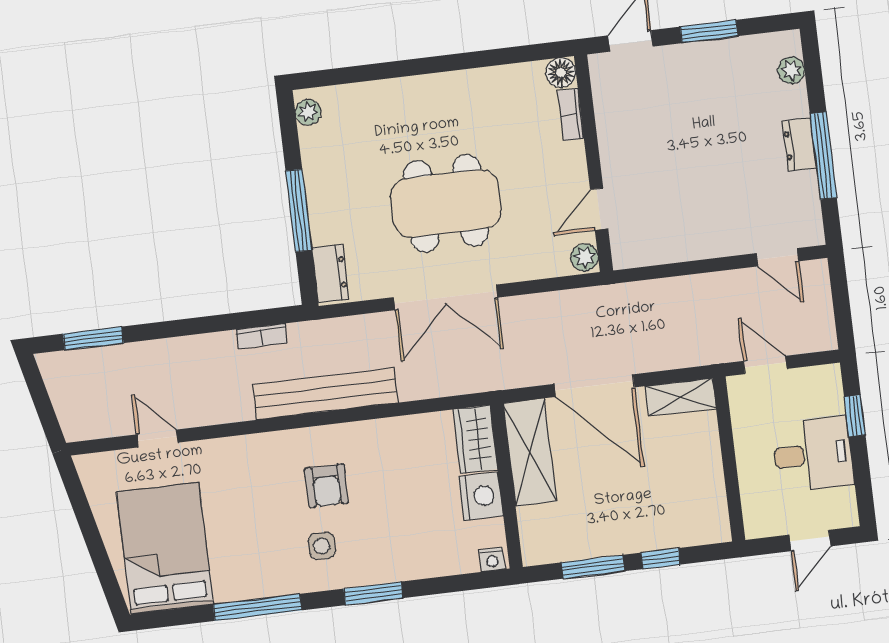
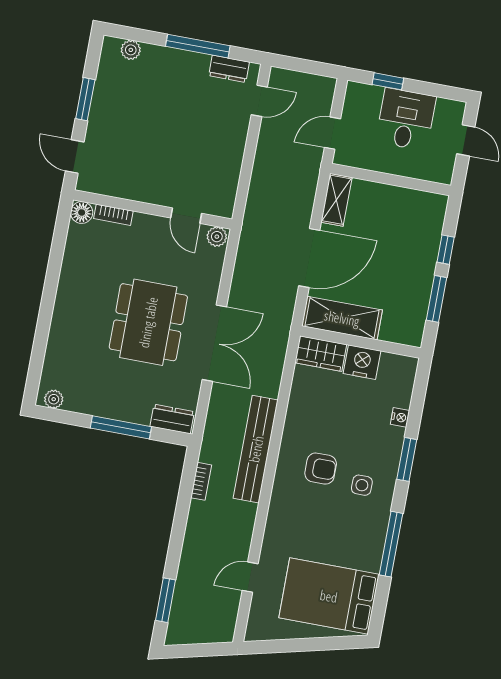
dresser: (799, 144) -> (229, 69), moved
nightstand: (492, 559) -> (400, 417), moved

